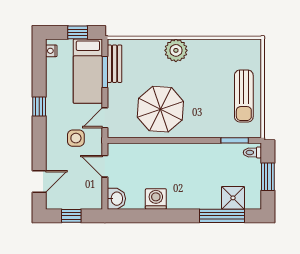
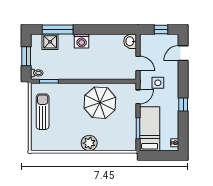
window: (78, 32) -> (157, 155), removed
bench: (115, 64) -> (131, 134), removed
washing machine: (156, 199) -> (82, 41), moved

